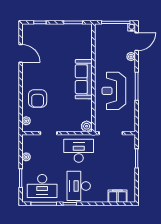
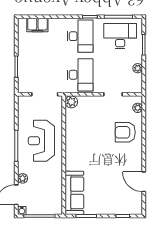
sofa: (84, 79) -> (74, 193), moved
reception desk: (114, 91) -> (41, 141), turned 180
armchair: (38, 99) -> (125, 132), turned -90
desk: (79, 151) -> (80, 75), turned -90

